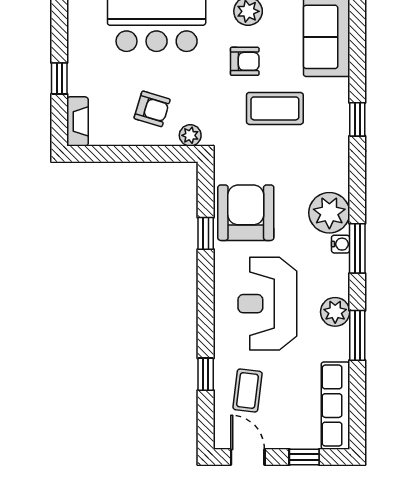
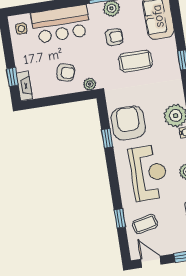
side table: (88, 22) -> (21, 29), added
window: (59, 78) -> (12, 77), moved
reception desk: (267, 304) -> (149, 173), turned 180
coffee table: (248, 391) -> (145, 224), turned 71

